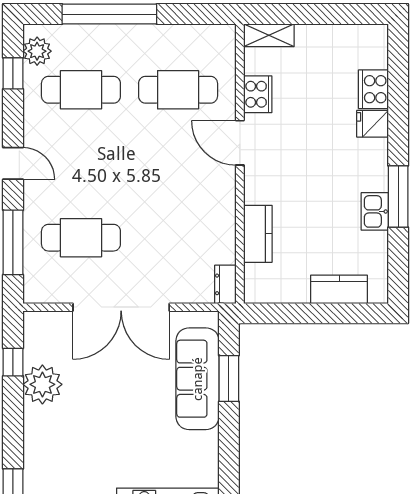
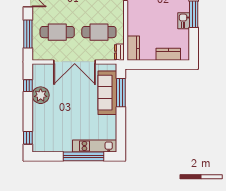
kitchen counter: (258, 234) -> (133, 48), moved
cafe table: (178, 238) -> (99, 32), added
window: (229, 379) -> (121, 93), width x1.44

